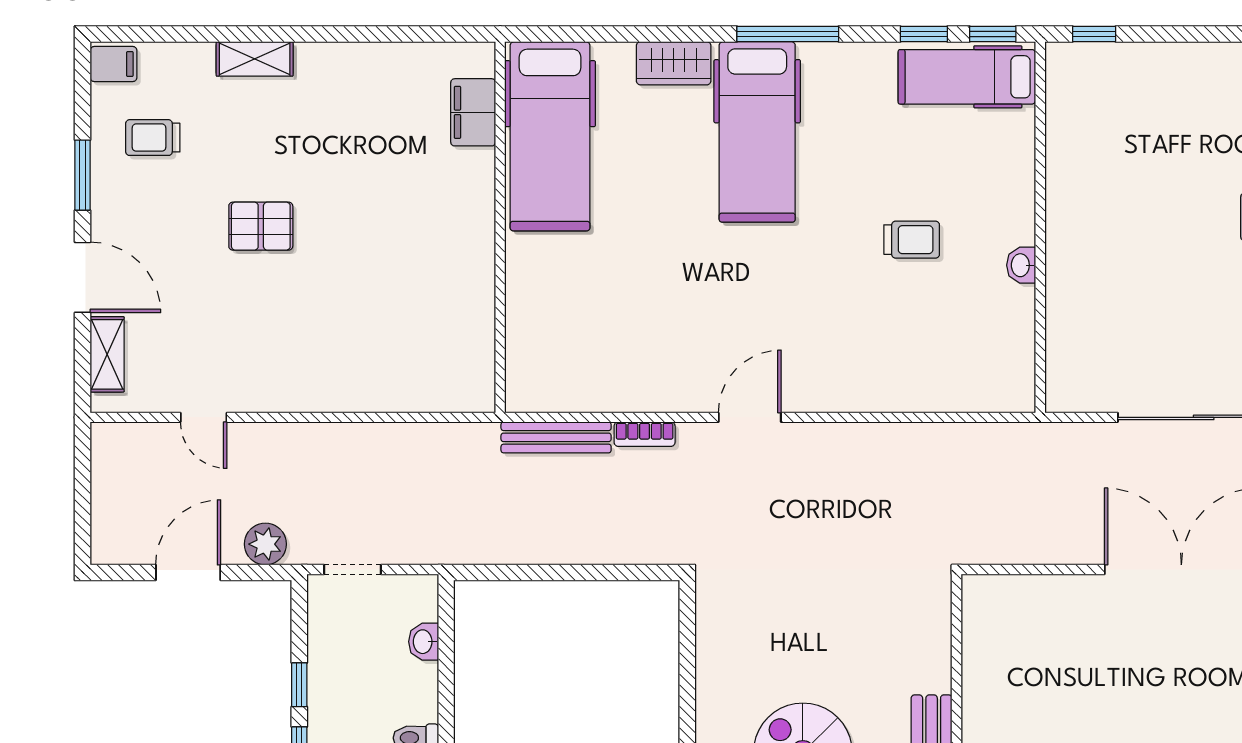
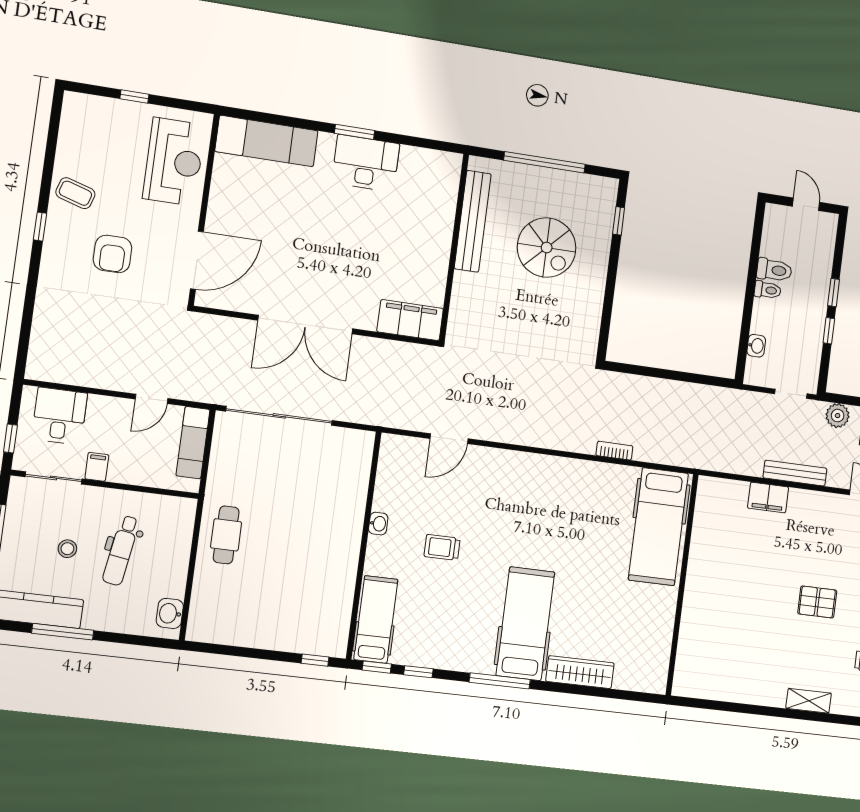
wardrobe: (674, 63) -> (580, 672), width x1.50
hospital bed: (967, 77) -> (376, 619), moved, turned -90
filing cabinet: (473, 112) -> (768, 498), moved, turned 90
hospital bed: (550, 136) -> (658, 527), moved, turned 180
door: (750, 417) -> (449, 439), moved
bench: (556, 437) -> (795, 473), moved
filing cabinet: (1013, 601) -> (410, 320), added

